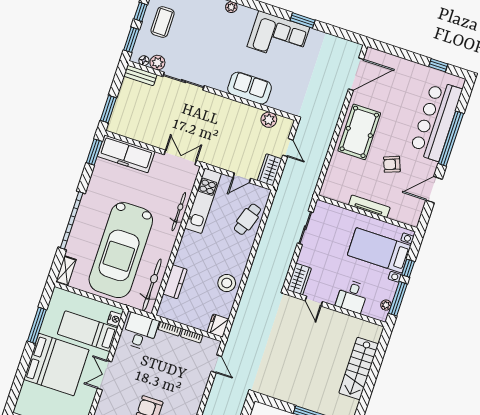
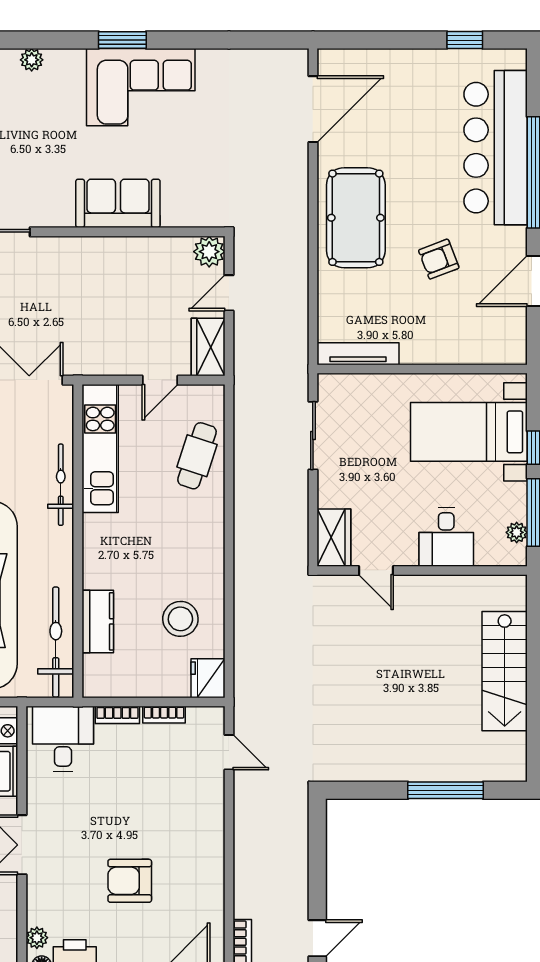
window: (303, 20) -> (122, 40), moved
plant: (269, 120) -> (209, 252), moved
door: (288, 148) -> (229, 293), swing flipped
tv unit: (369, 206) -> (358, 354), moved
stool: (227, 283) -> (180, 619), moved

